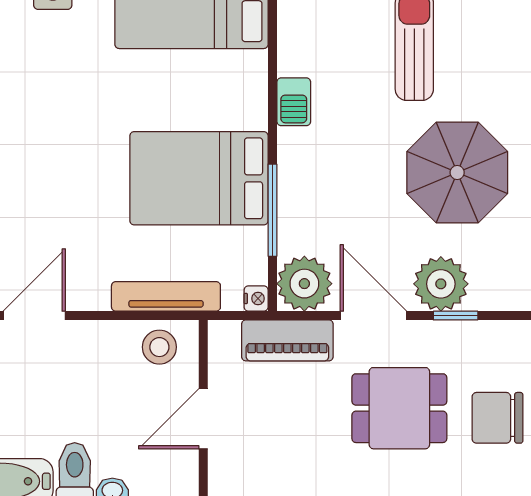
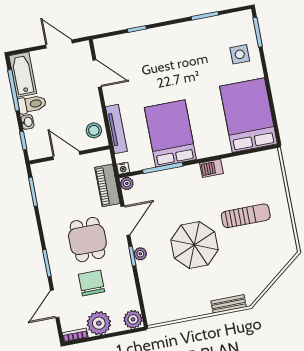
plant: (304, 284) -> (127, 183), width x0.53, depth x0.53
plant: (441, 284) -> (140, 254), width x0.53, depth x0.53

